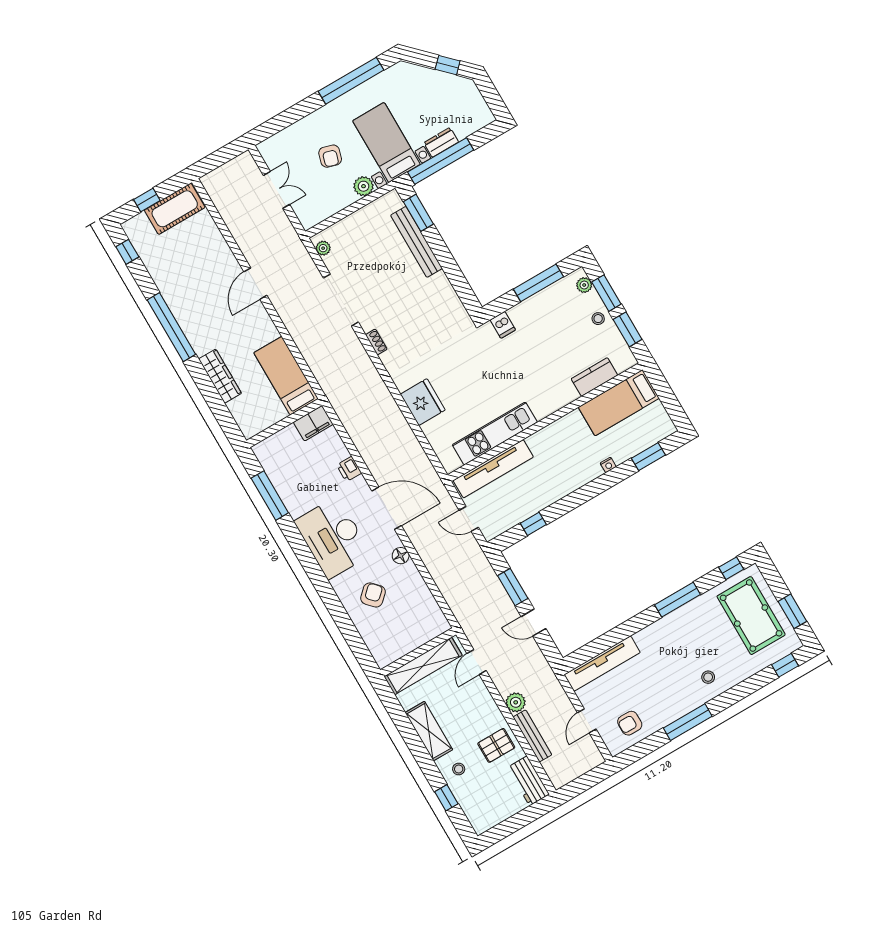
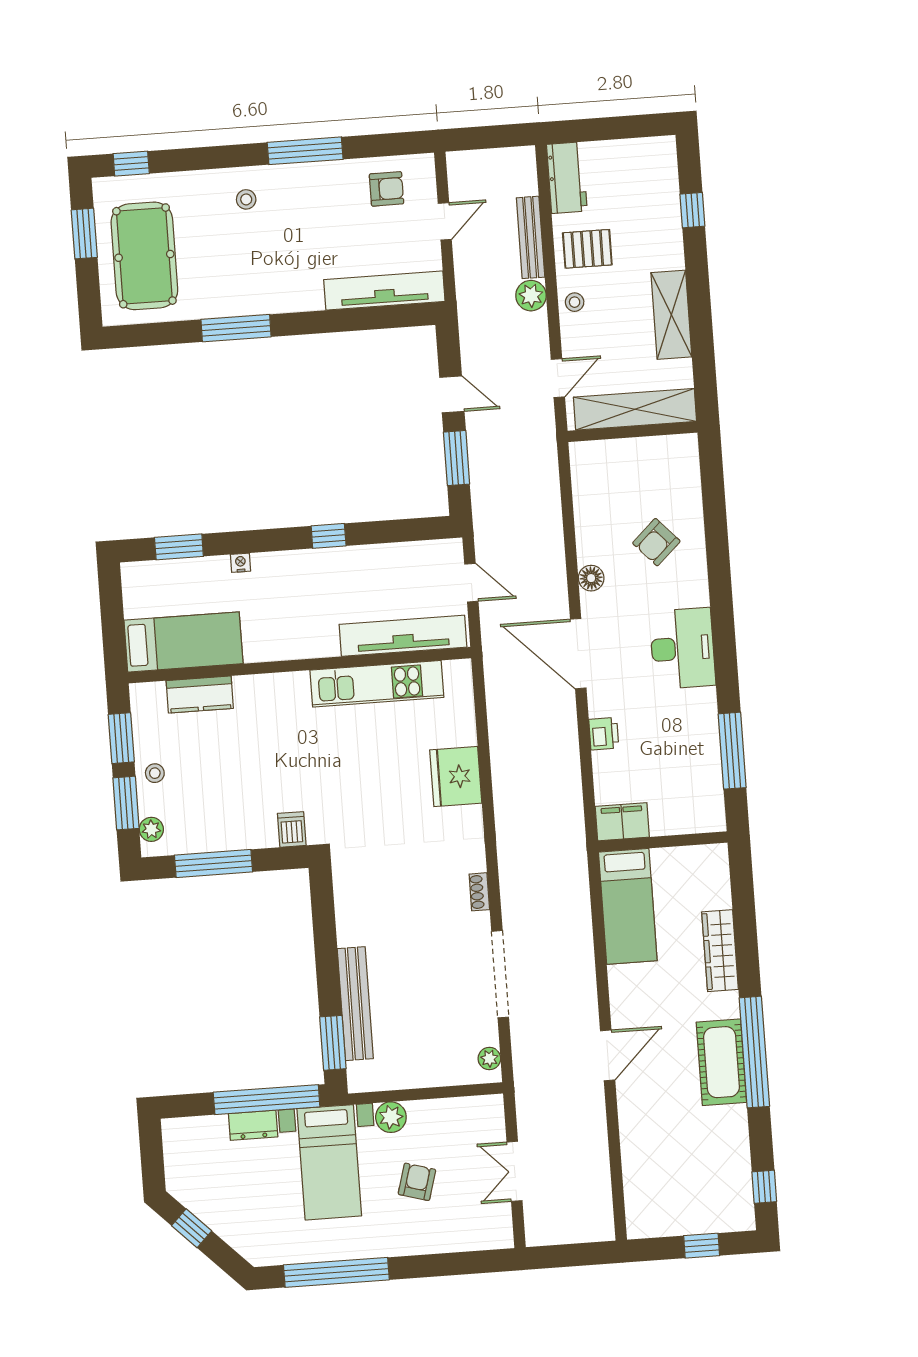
cot: (175, 209) -> (721, 1062), moved, turned 90
window: (533, 524) -> (329, 536), moved
desk: (333, 538) -> (682, 648), width x0.73, depth x0.77
window: (731, 568) -> (140, 335), removed
stool: (459, 769) -> (575, 302), moved

